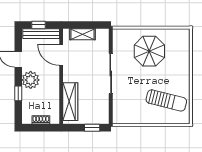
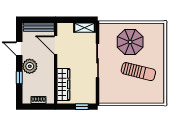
window: (39, 25) -> (37, 20), removed
shelving: (82, 34) -> (85, 28), moved
sun lounger: (166, 100) -> (138, 72), moved

